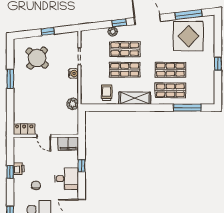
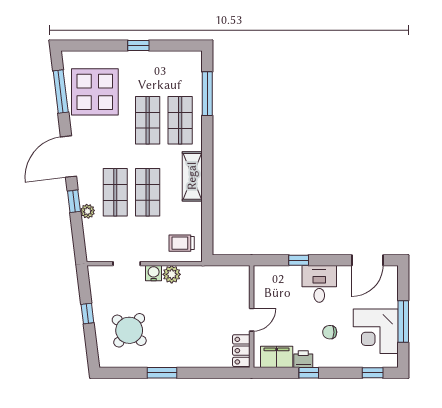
trolley: (107, 93) -> (182, 243), moved
plant: (73, 104) -> (172, 274), moved
filing cabinet: (68, 144) -> (277, 357), moved, turned -90

